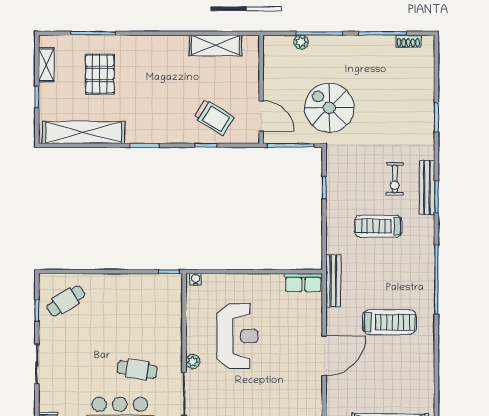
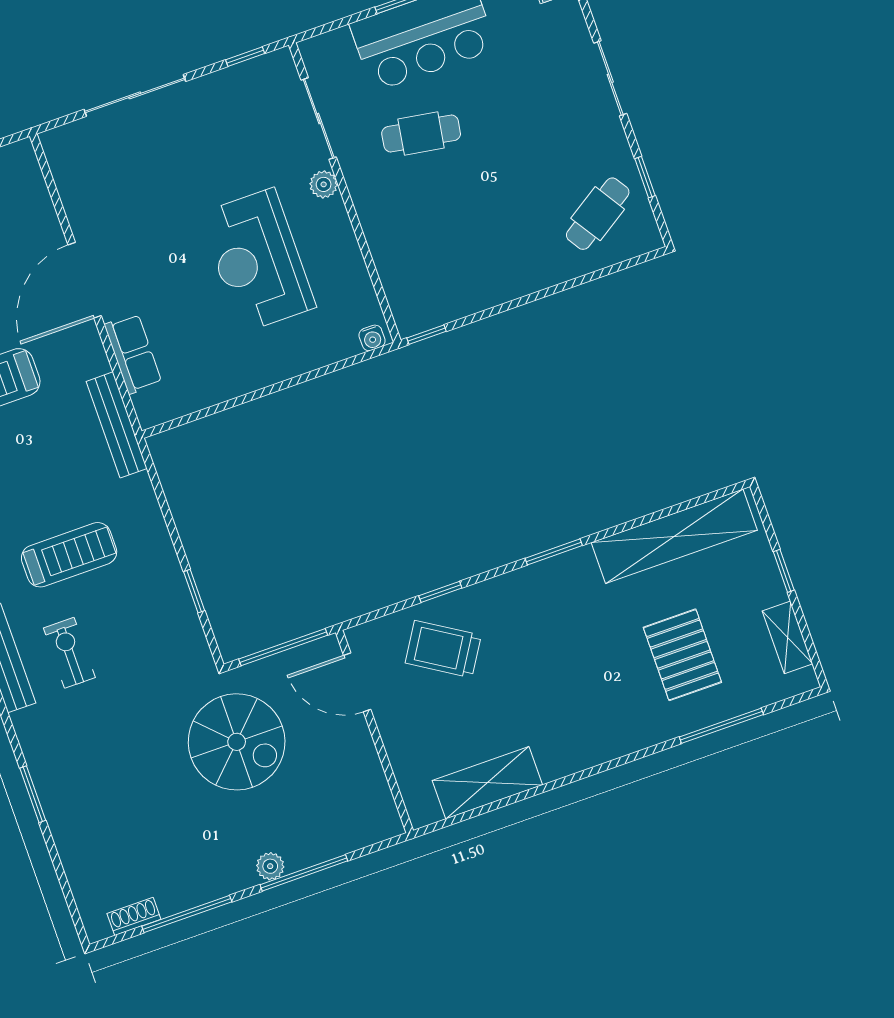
plant: (301, 42) -> (270, 866), moved
row of seats: (303, 283) -> (133, 354), moved, turned 90

